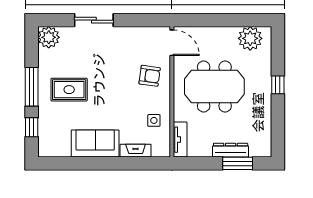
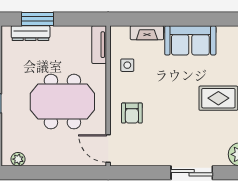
plant: (250, 38) -> (18, 159), width x0.53, depth x0.53
armchair: (150, 76) -> (132, 113), turned -98
dresser: (231, 150) -> (31, 33), moved

